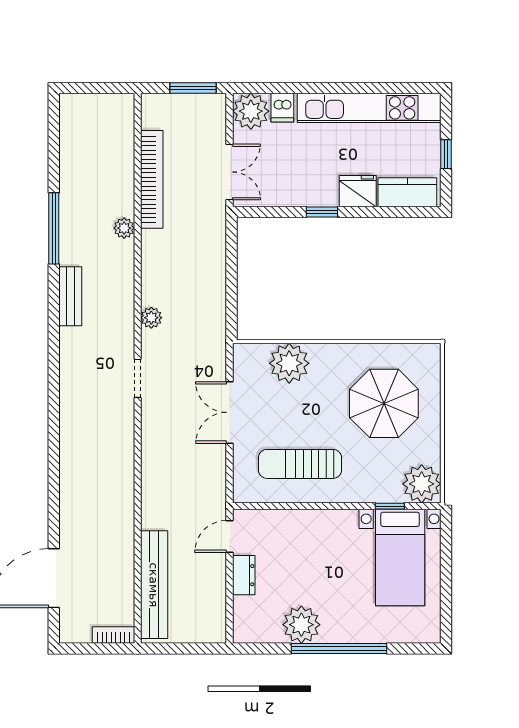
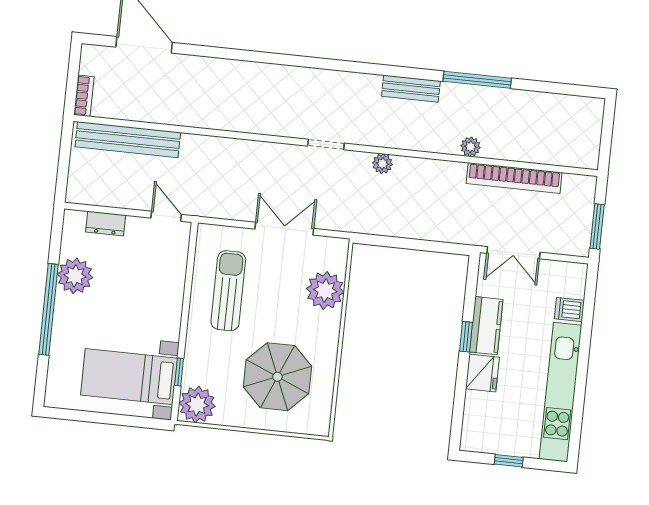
plant: (251, 111) -> (569, 279), removed
kitchen counter: (407, 192) -> (486, 326), moved
dresser: (244, 575) -> (106, 224), moved

